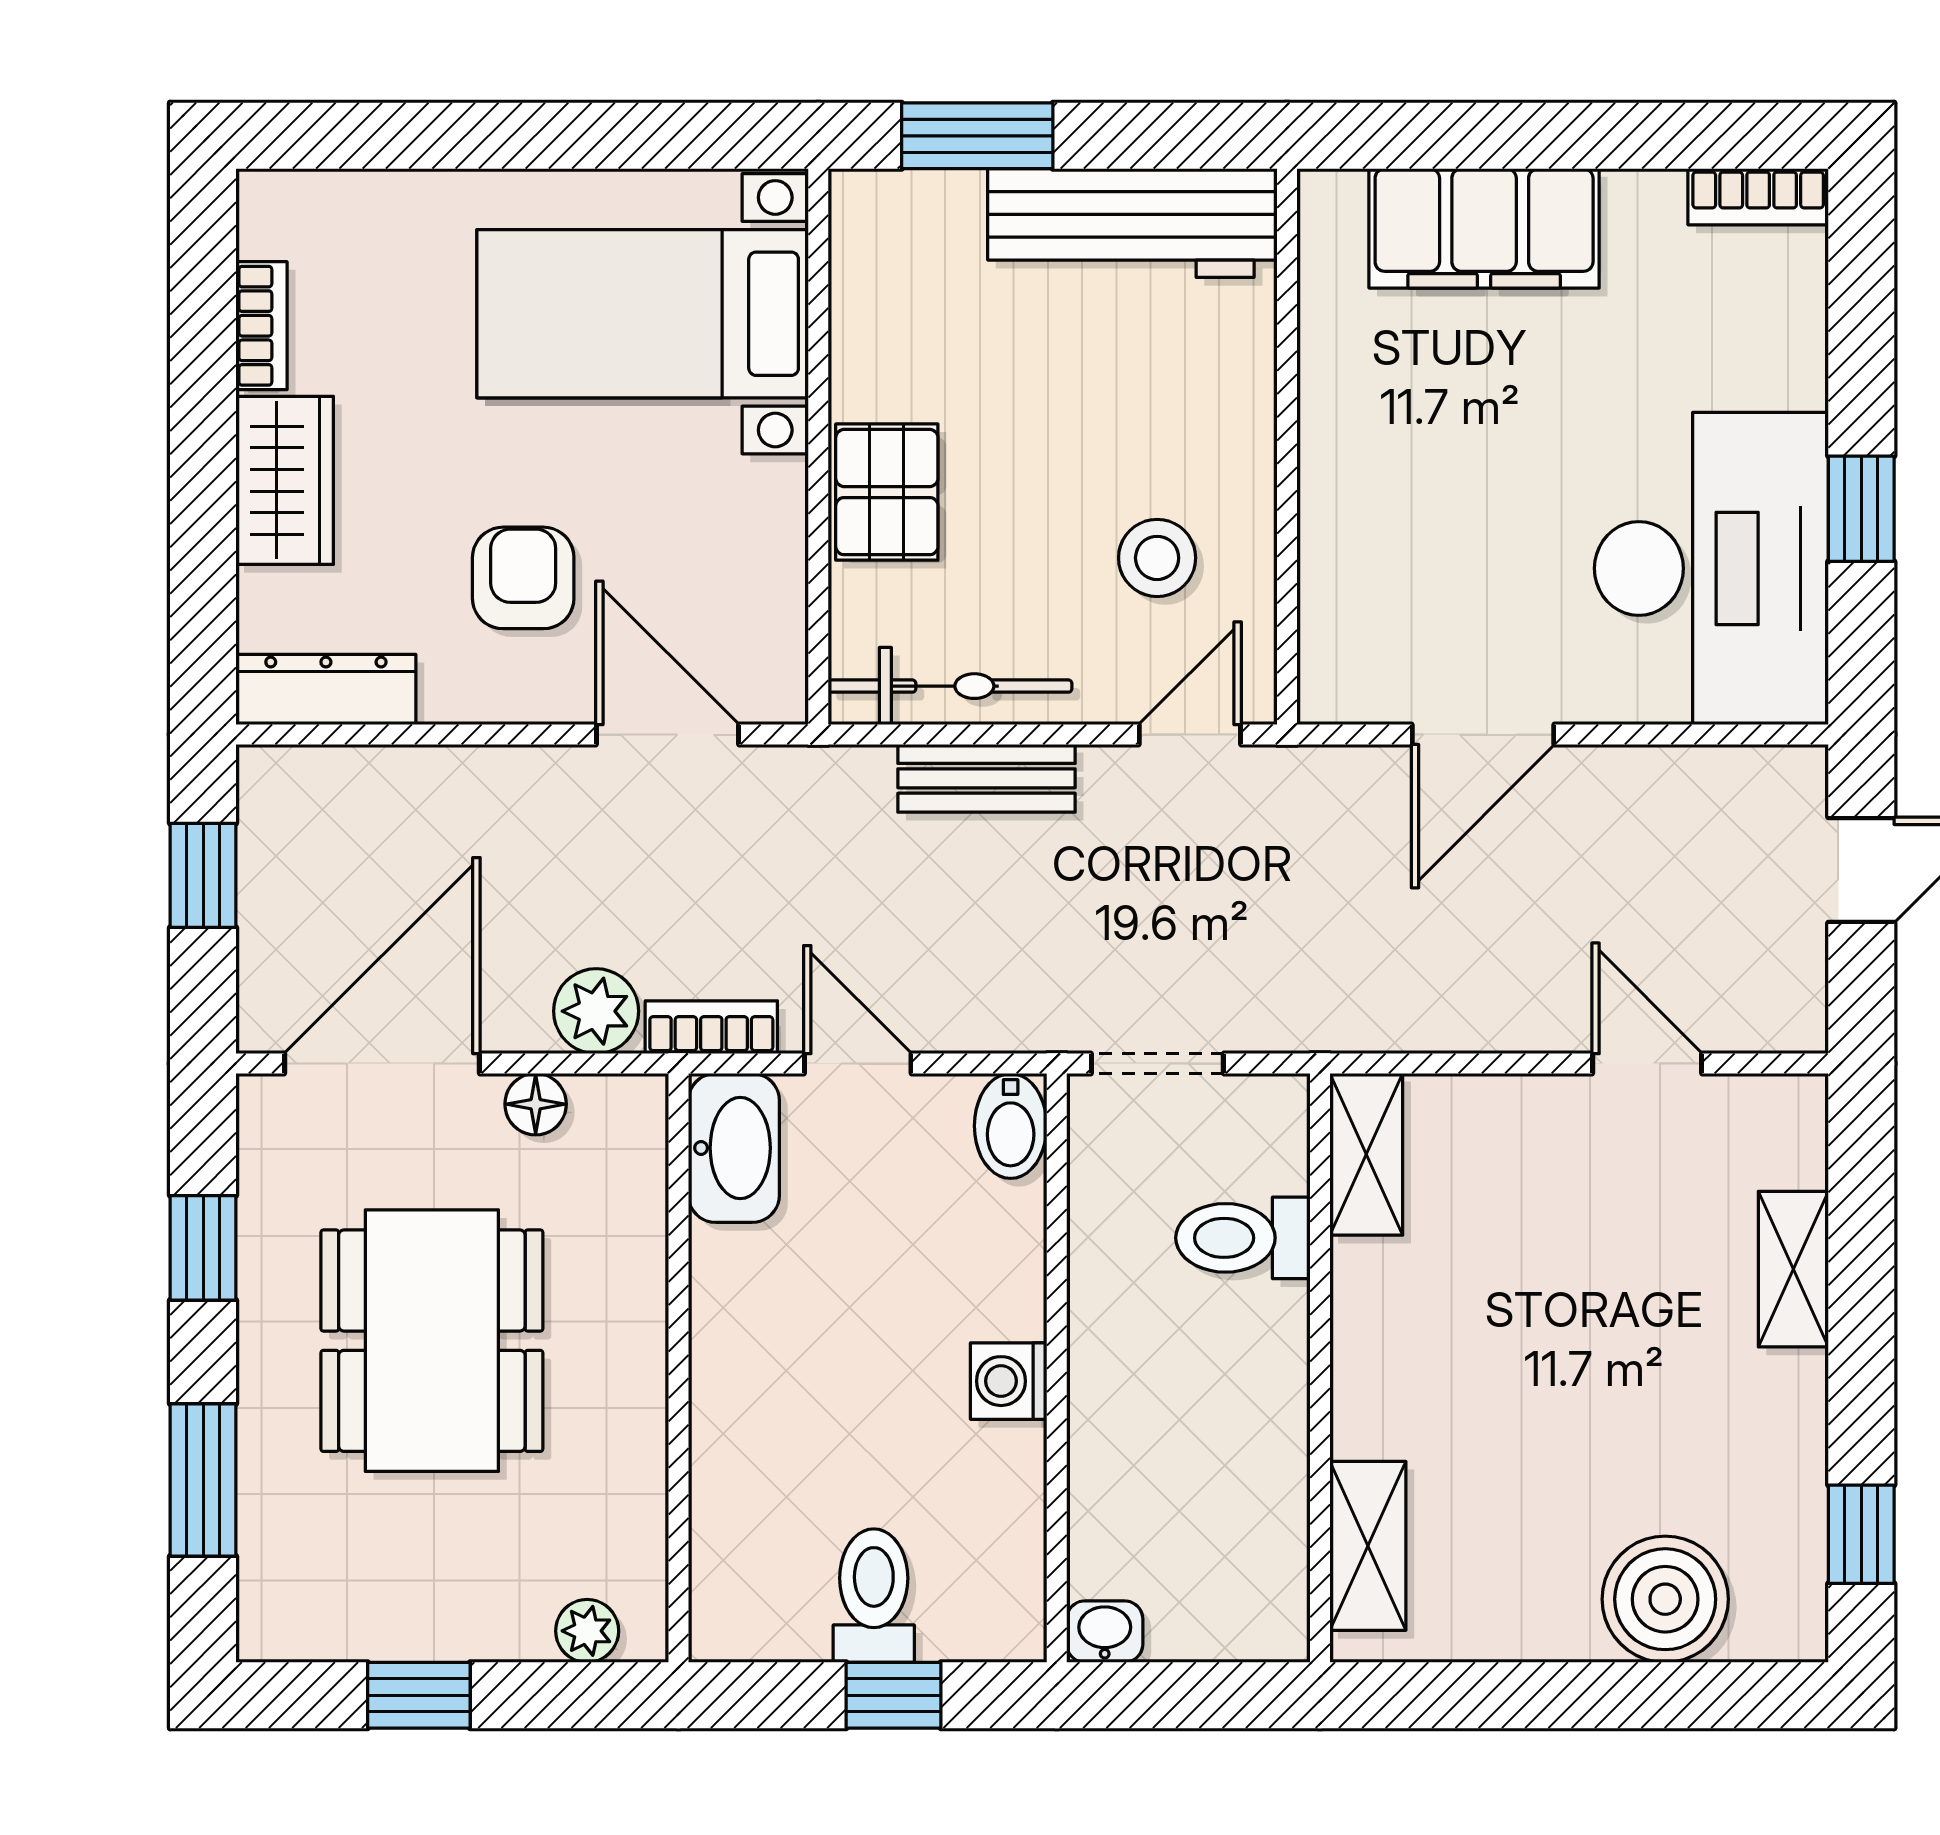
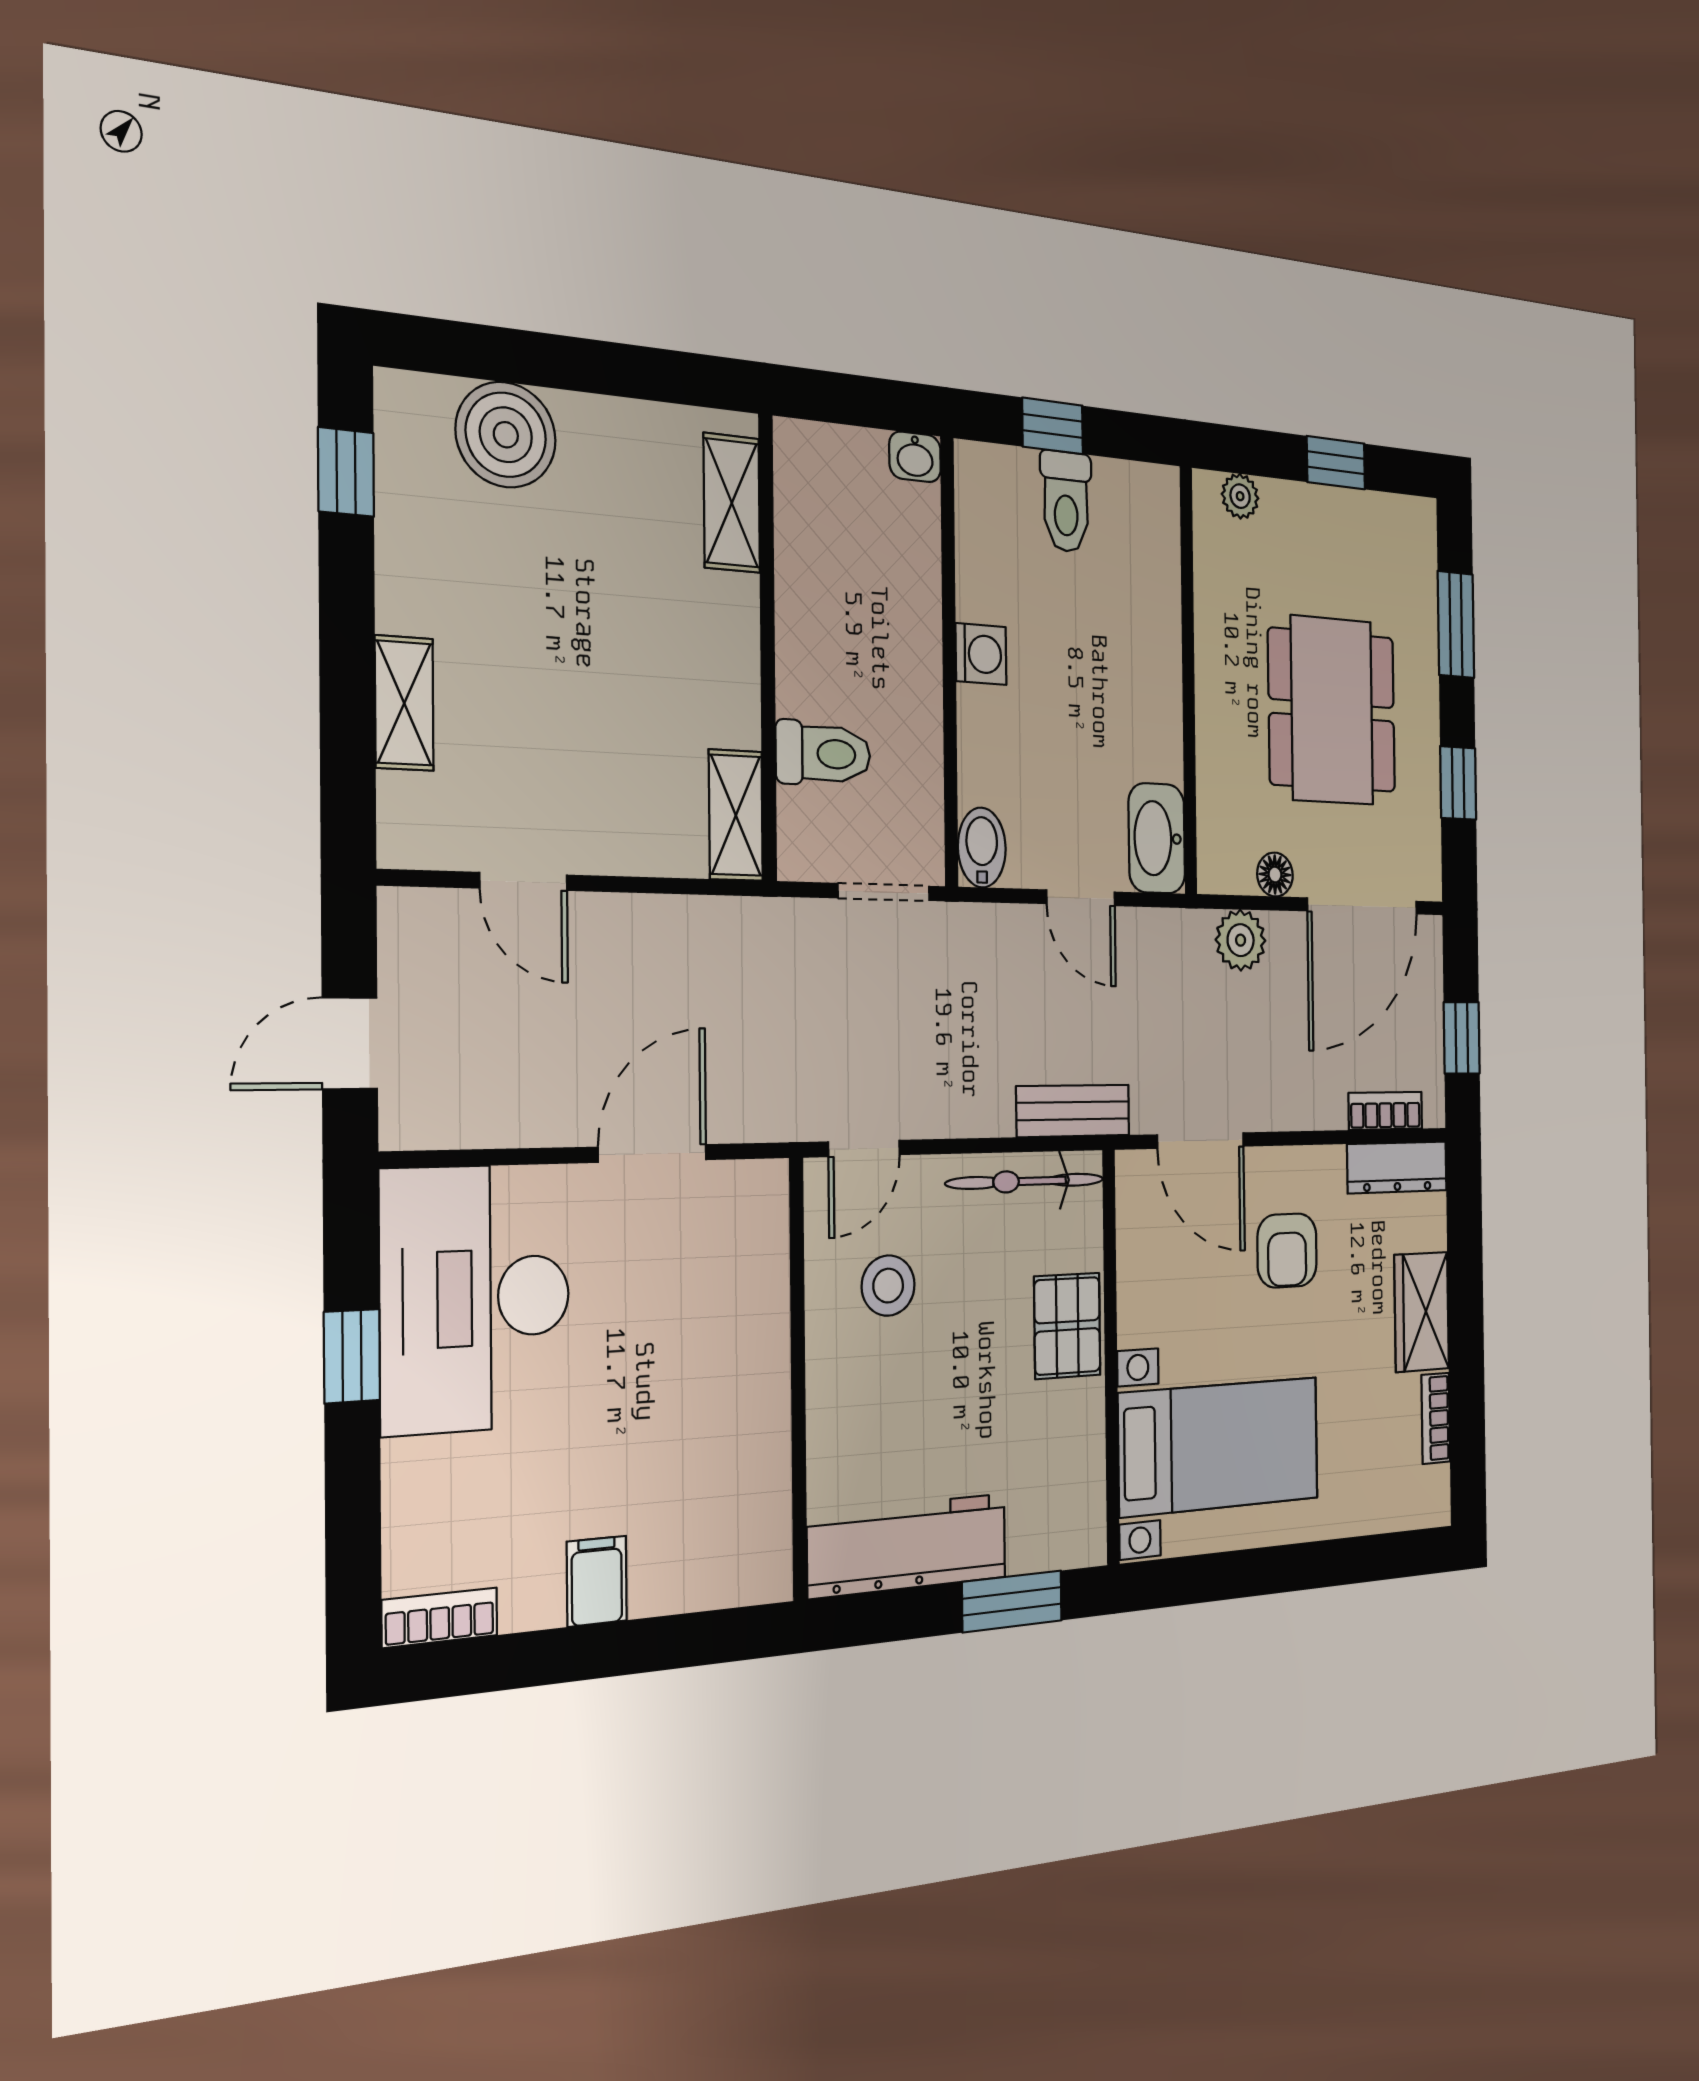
filing cabinet: (1484, 228) -> (597, 1581), width x0.33, depth x0.86
bench: (986, 778) -> (1073, 1111), moved
bookcase: (711, 1027) -> (1385, 1111), moved, turned 180

